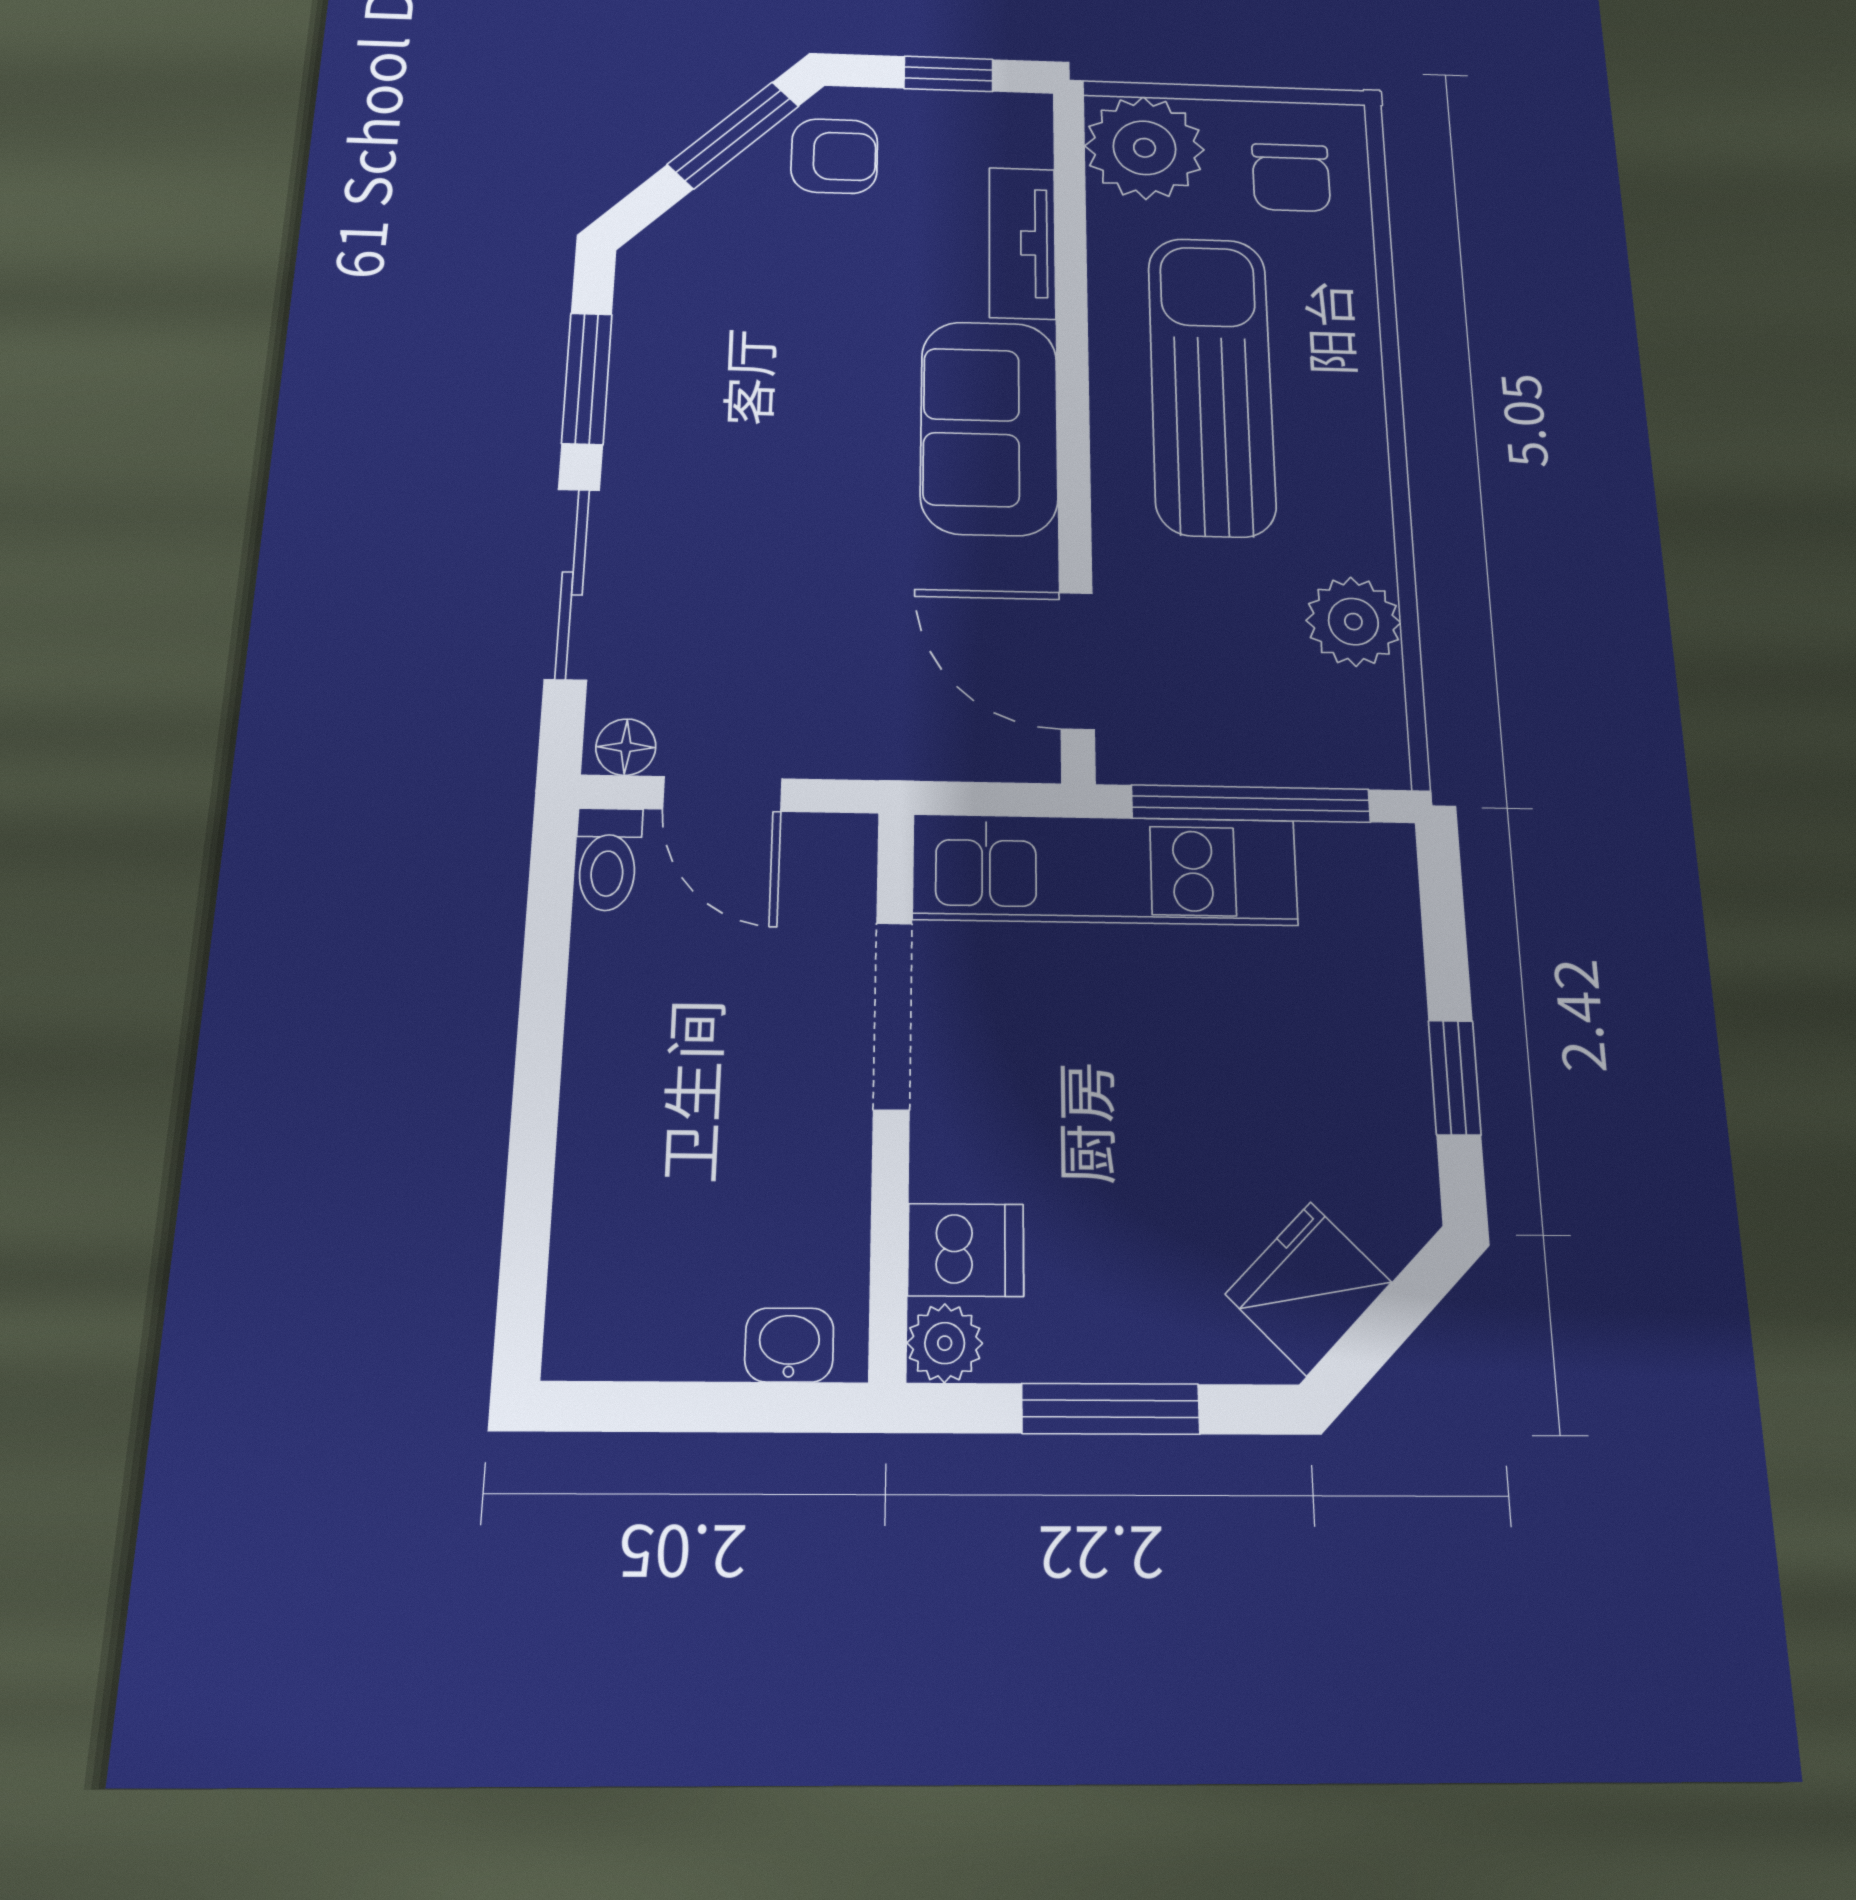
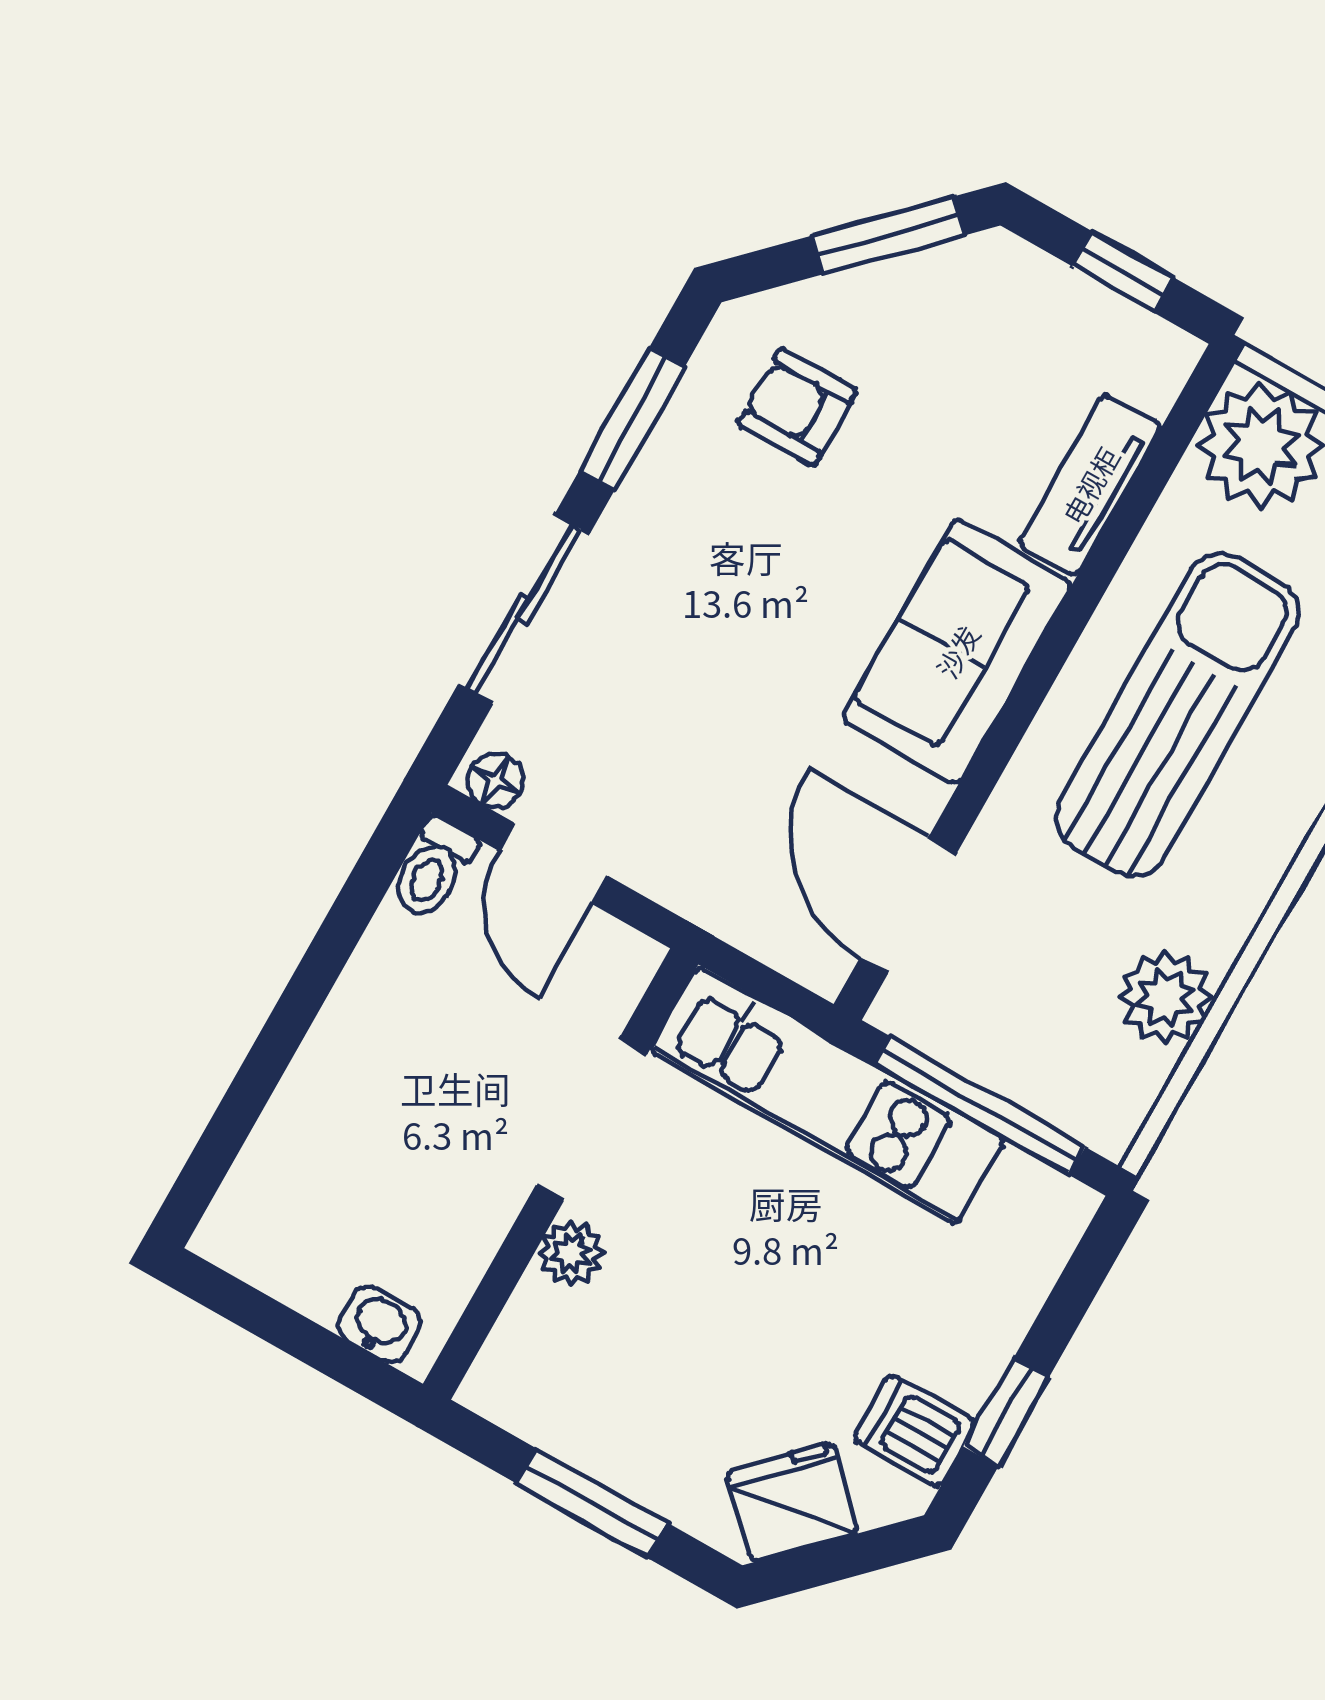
armchair: (834, 156) -> (797, 407), moved, turned 180
dishwasher: (966, 1250) -> (915, 1431), moved, turned 180
plant: (945, 1343) -> (571, 1253), moved

